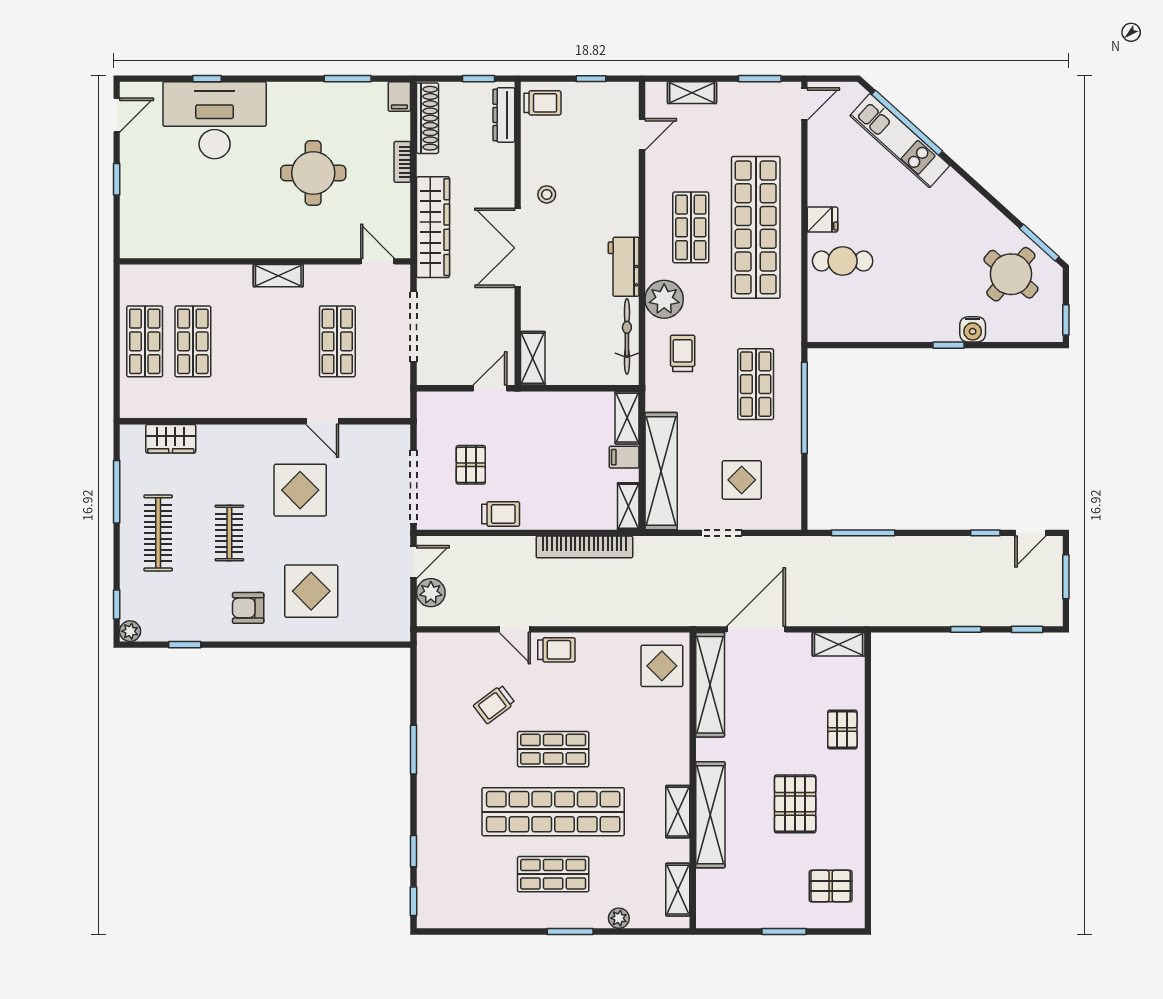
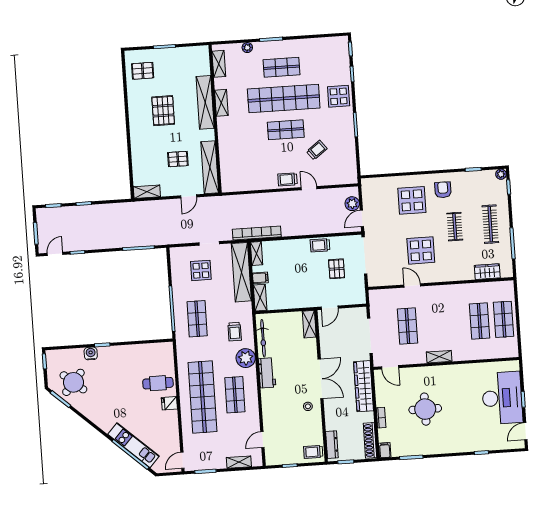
desk: (215, 120) -> (502, 398), moved, turned -90
bookcase: (584, 547) -> (257, 233), moved
armchair: (248, 608) -> (443, 190), turned -90
door: (756, 629) -> (189, 196), width x0.53
display table: (662, 666) -> (339, 96), moved
pallet: (842, 729) -> (178, 159), moved, turned 90

